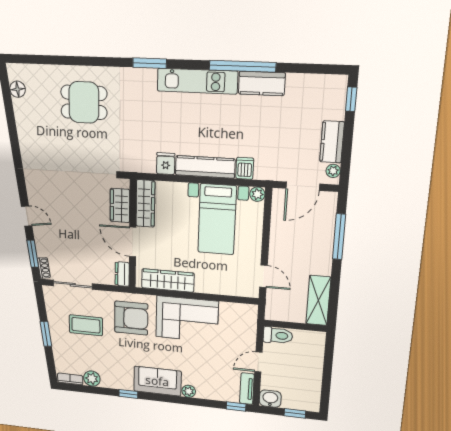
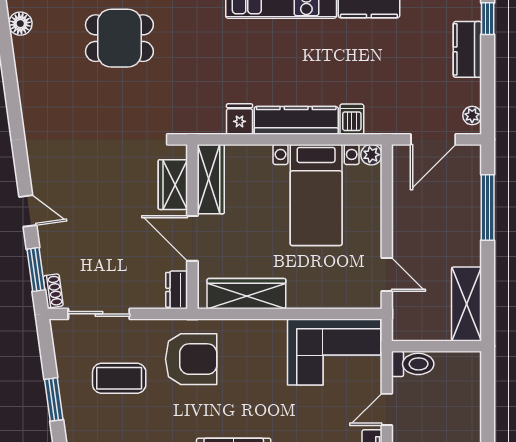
kitchen counter: (332, 142) -> (467, 49), moved
corner sofa: (187, 319) -> (334, 352), moved

